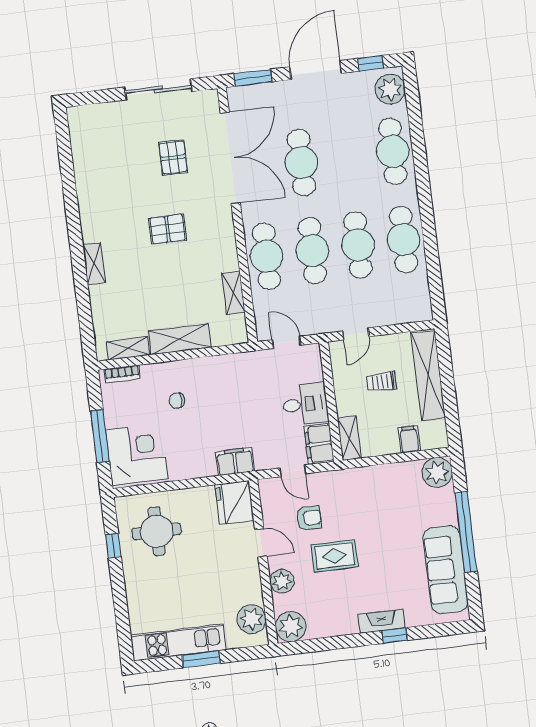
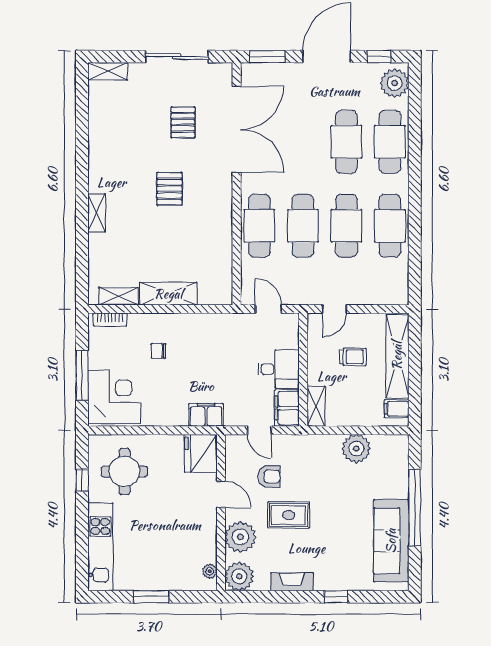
cafe table: (301, 163) -> (346, 142), moved
pallet: (168, 229) -> (169, 189), turned 90
shelving: (233, 293) -> (108, 71), moved, turned 90
trolley: (382, 382) -> (353, 357), turned 180
filing cabinet: (409, 439) -> (397, 409), moved, turned -90
plant: (437, 472) -> (356, 449), moved
plant: (282, 581) -> (240, 537), width x1.36, depth x1.36
plant: (252, 619) -> (210, 571), width x0.53, depth x0.53
fireplace: (381, 621) -> (292, 582), moved
kitchen unit: (178, 643) -> (100, 547), moved, turned 90

